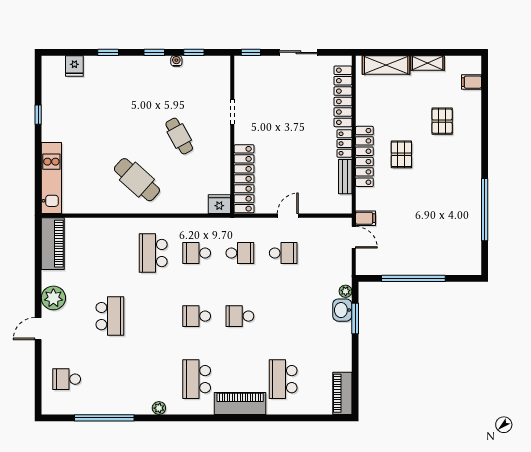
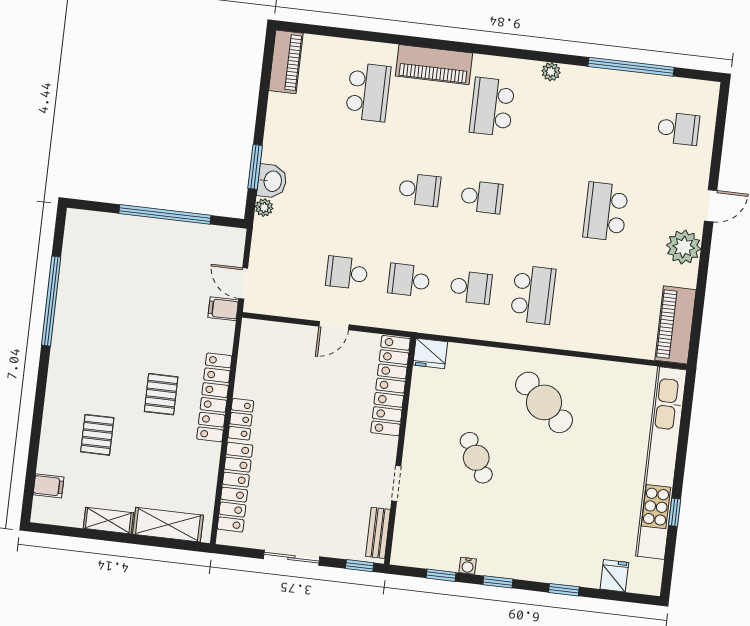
bench: (345, 177) -> (378, 533), moved
kitchen unit: (51, 178) -> (661, 463), width x1.86
school desk: (197, 379) -> (492, 107), turned 180

